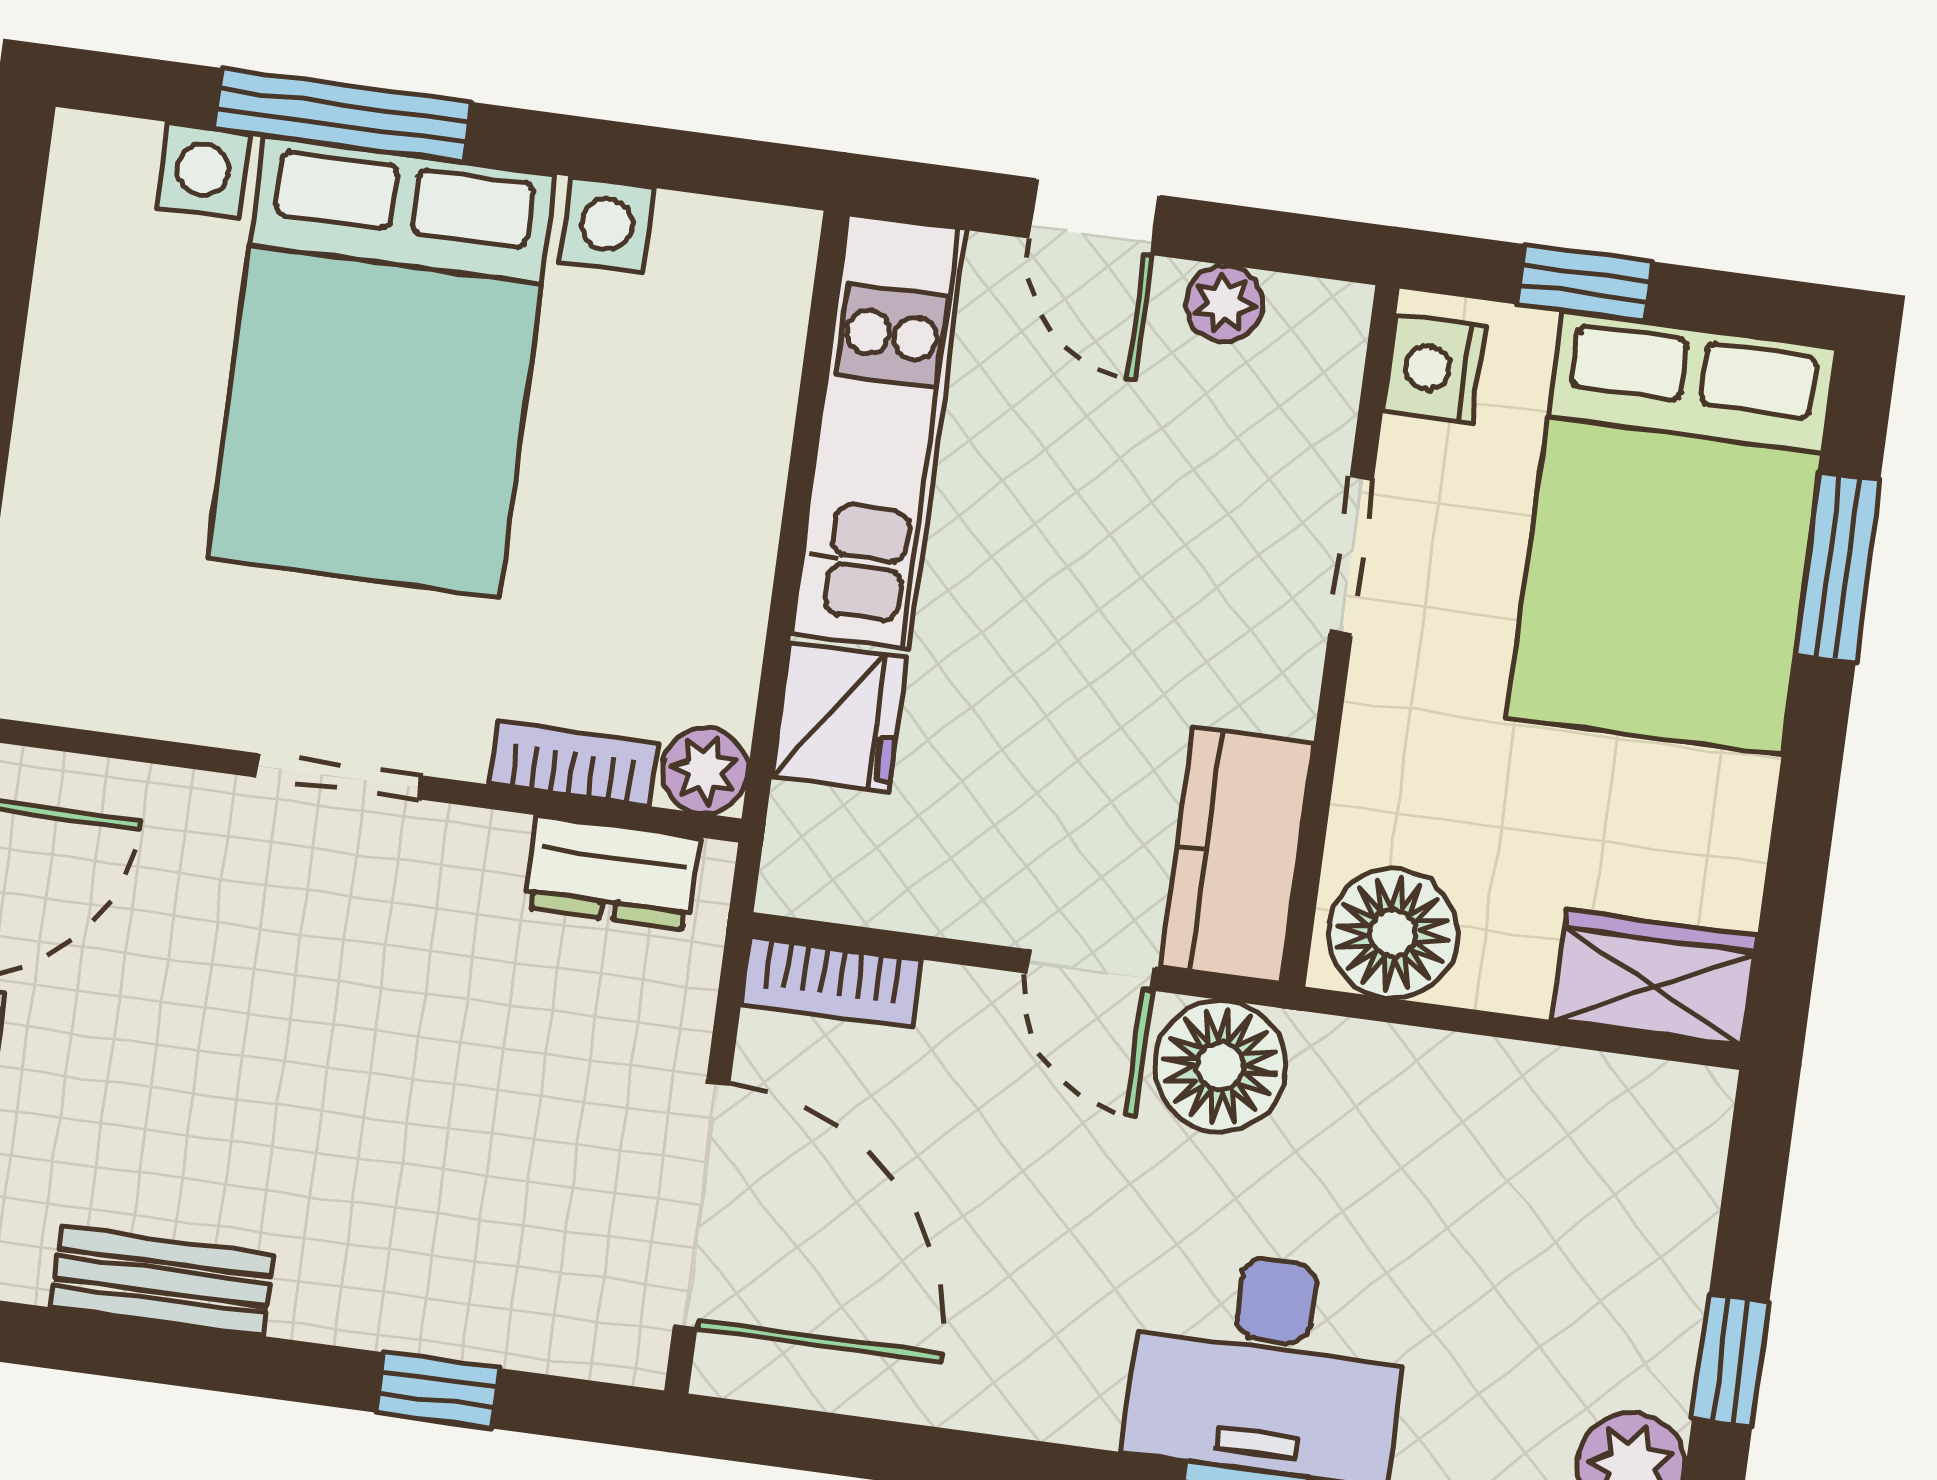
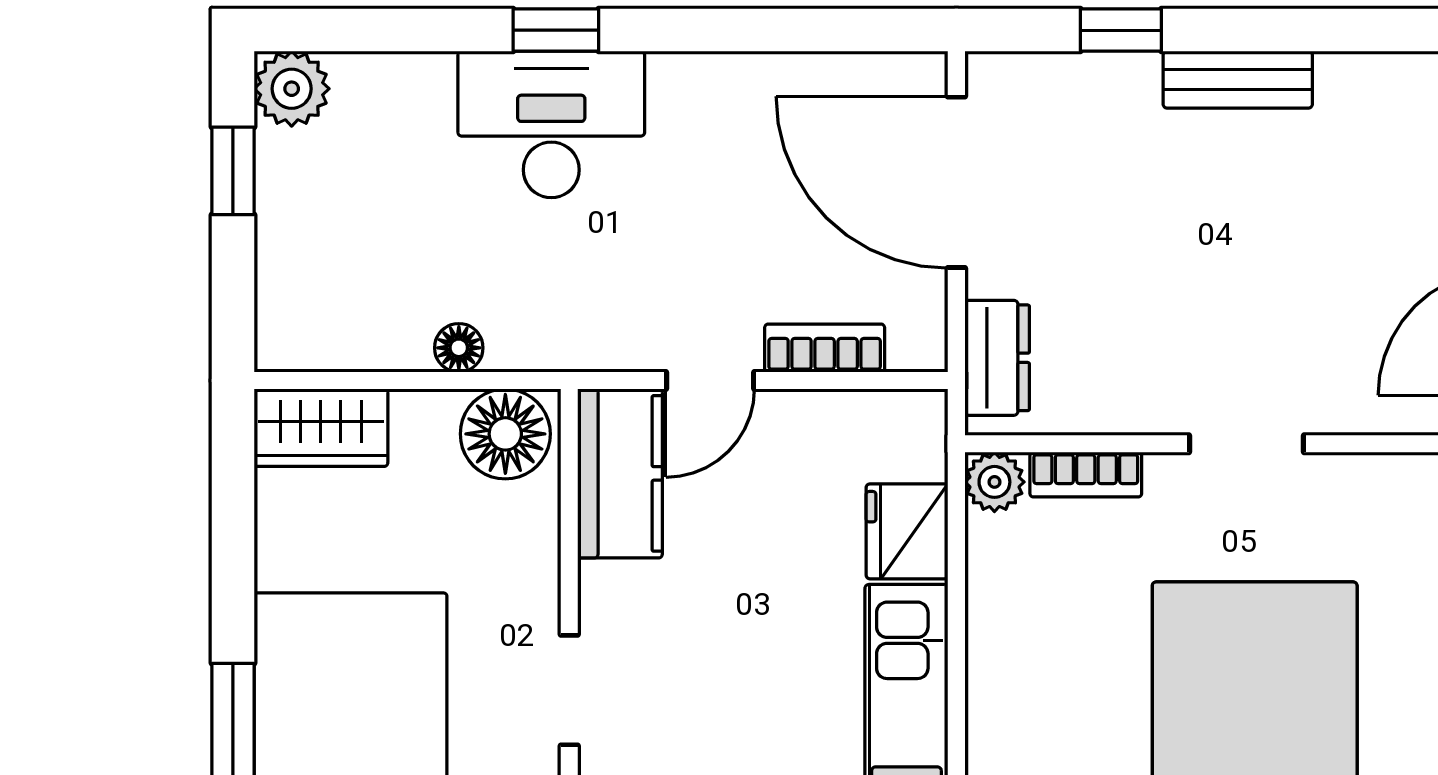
dresser: (613, 873) -> (997, 358), moved, turned 90
door: (1091, 970) -> (710, 380), swing flipped
bookcase: (831, 982) -> (825, 348), moved
floor lamp: (1220, 1066) -> (459, 348), moved, width x0.53, depth x0.53
bench: (162, 1281) -> (1238, 80), moved

